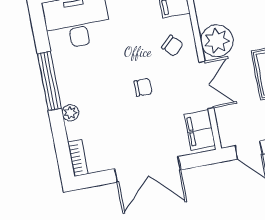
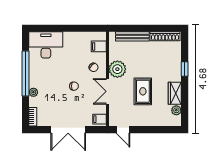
window: (49, 81) -> (26, 73), width x1.46
double door: (206, 85) -> (107, 91), swing flipped
filing cabinet: (200, 130) -> (99, 119), width x0.50

